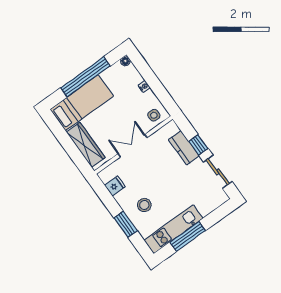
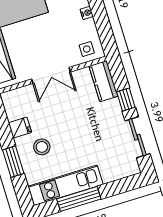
double door: (132, 146) -> (51, 75), swing flipped
kitchen counter: (184, 148) -> (103, 81), moved
fridge: (115, 186) -> (20, 128), moved

